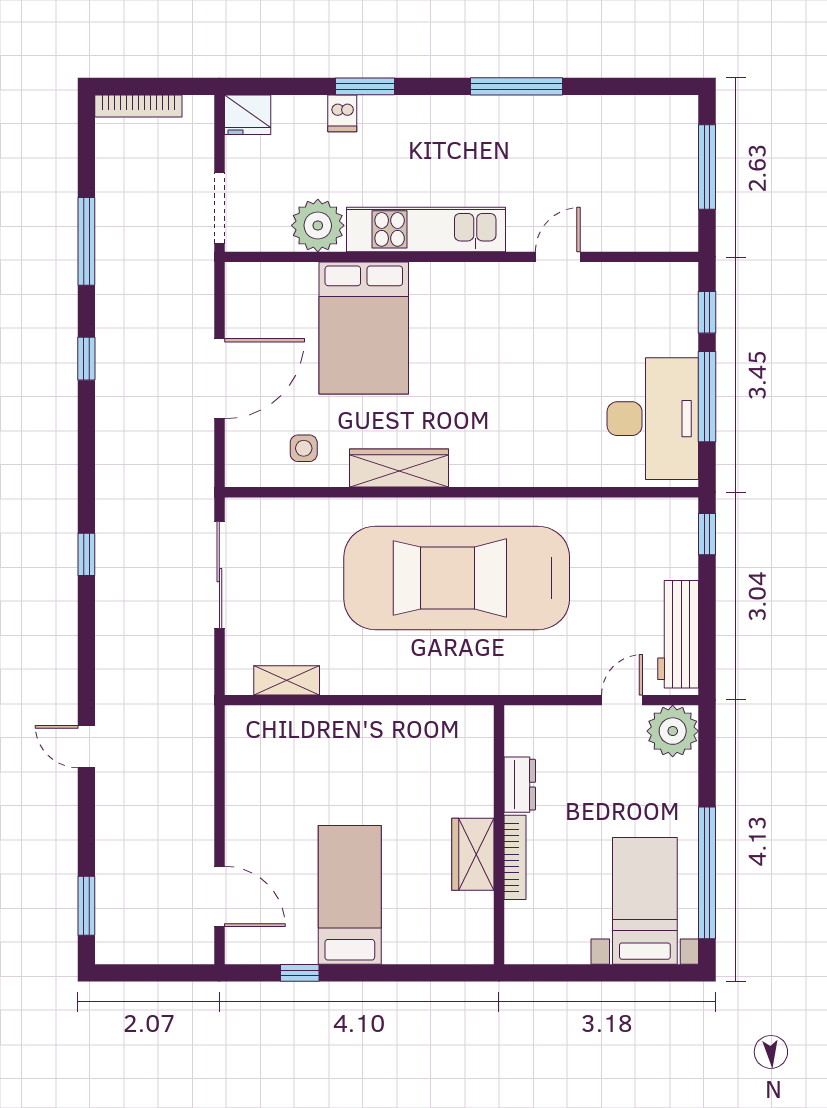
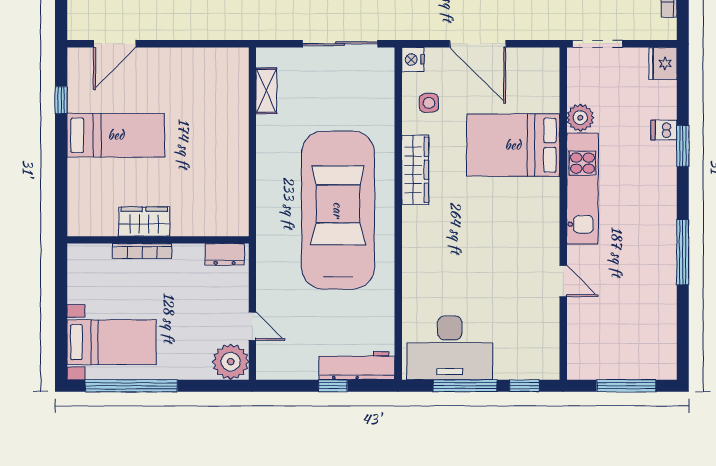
plant: (318, 225) -> (580, 118), width x0.73, depth x0.73
nightstand: (242, 471) -> (413, 59), added
window: (707, 534) -> (333, 386), moved
workbench: (678, 634) -> (357, 366), moved
dresser: (520, 785) -> (225, 254), moved

